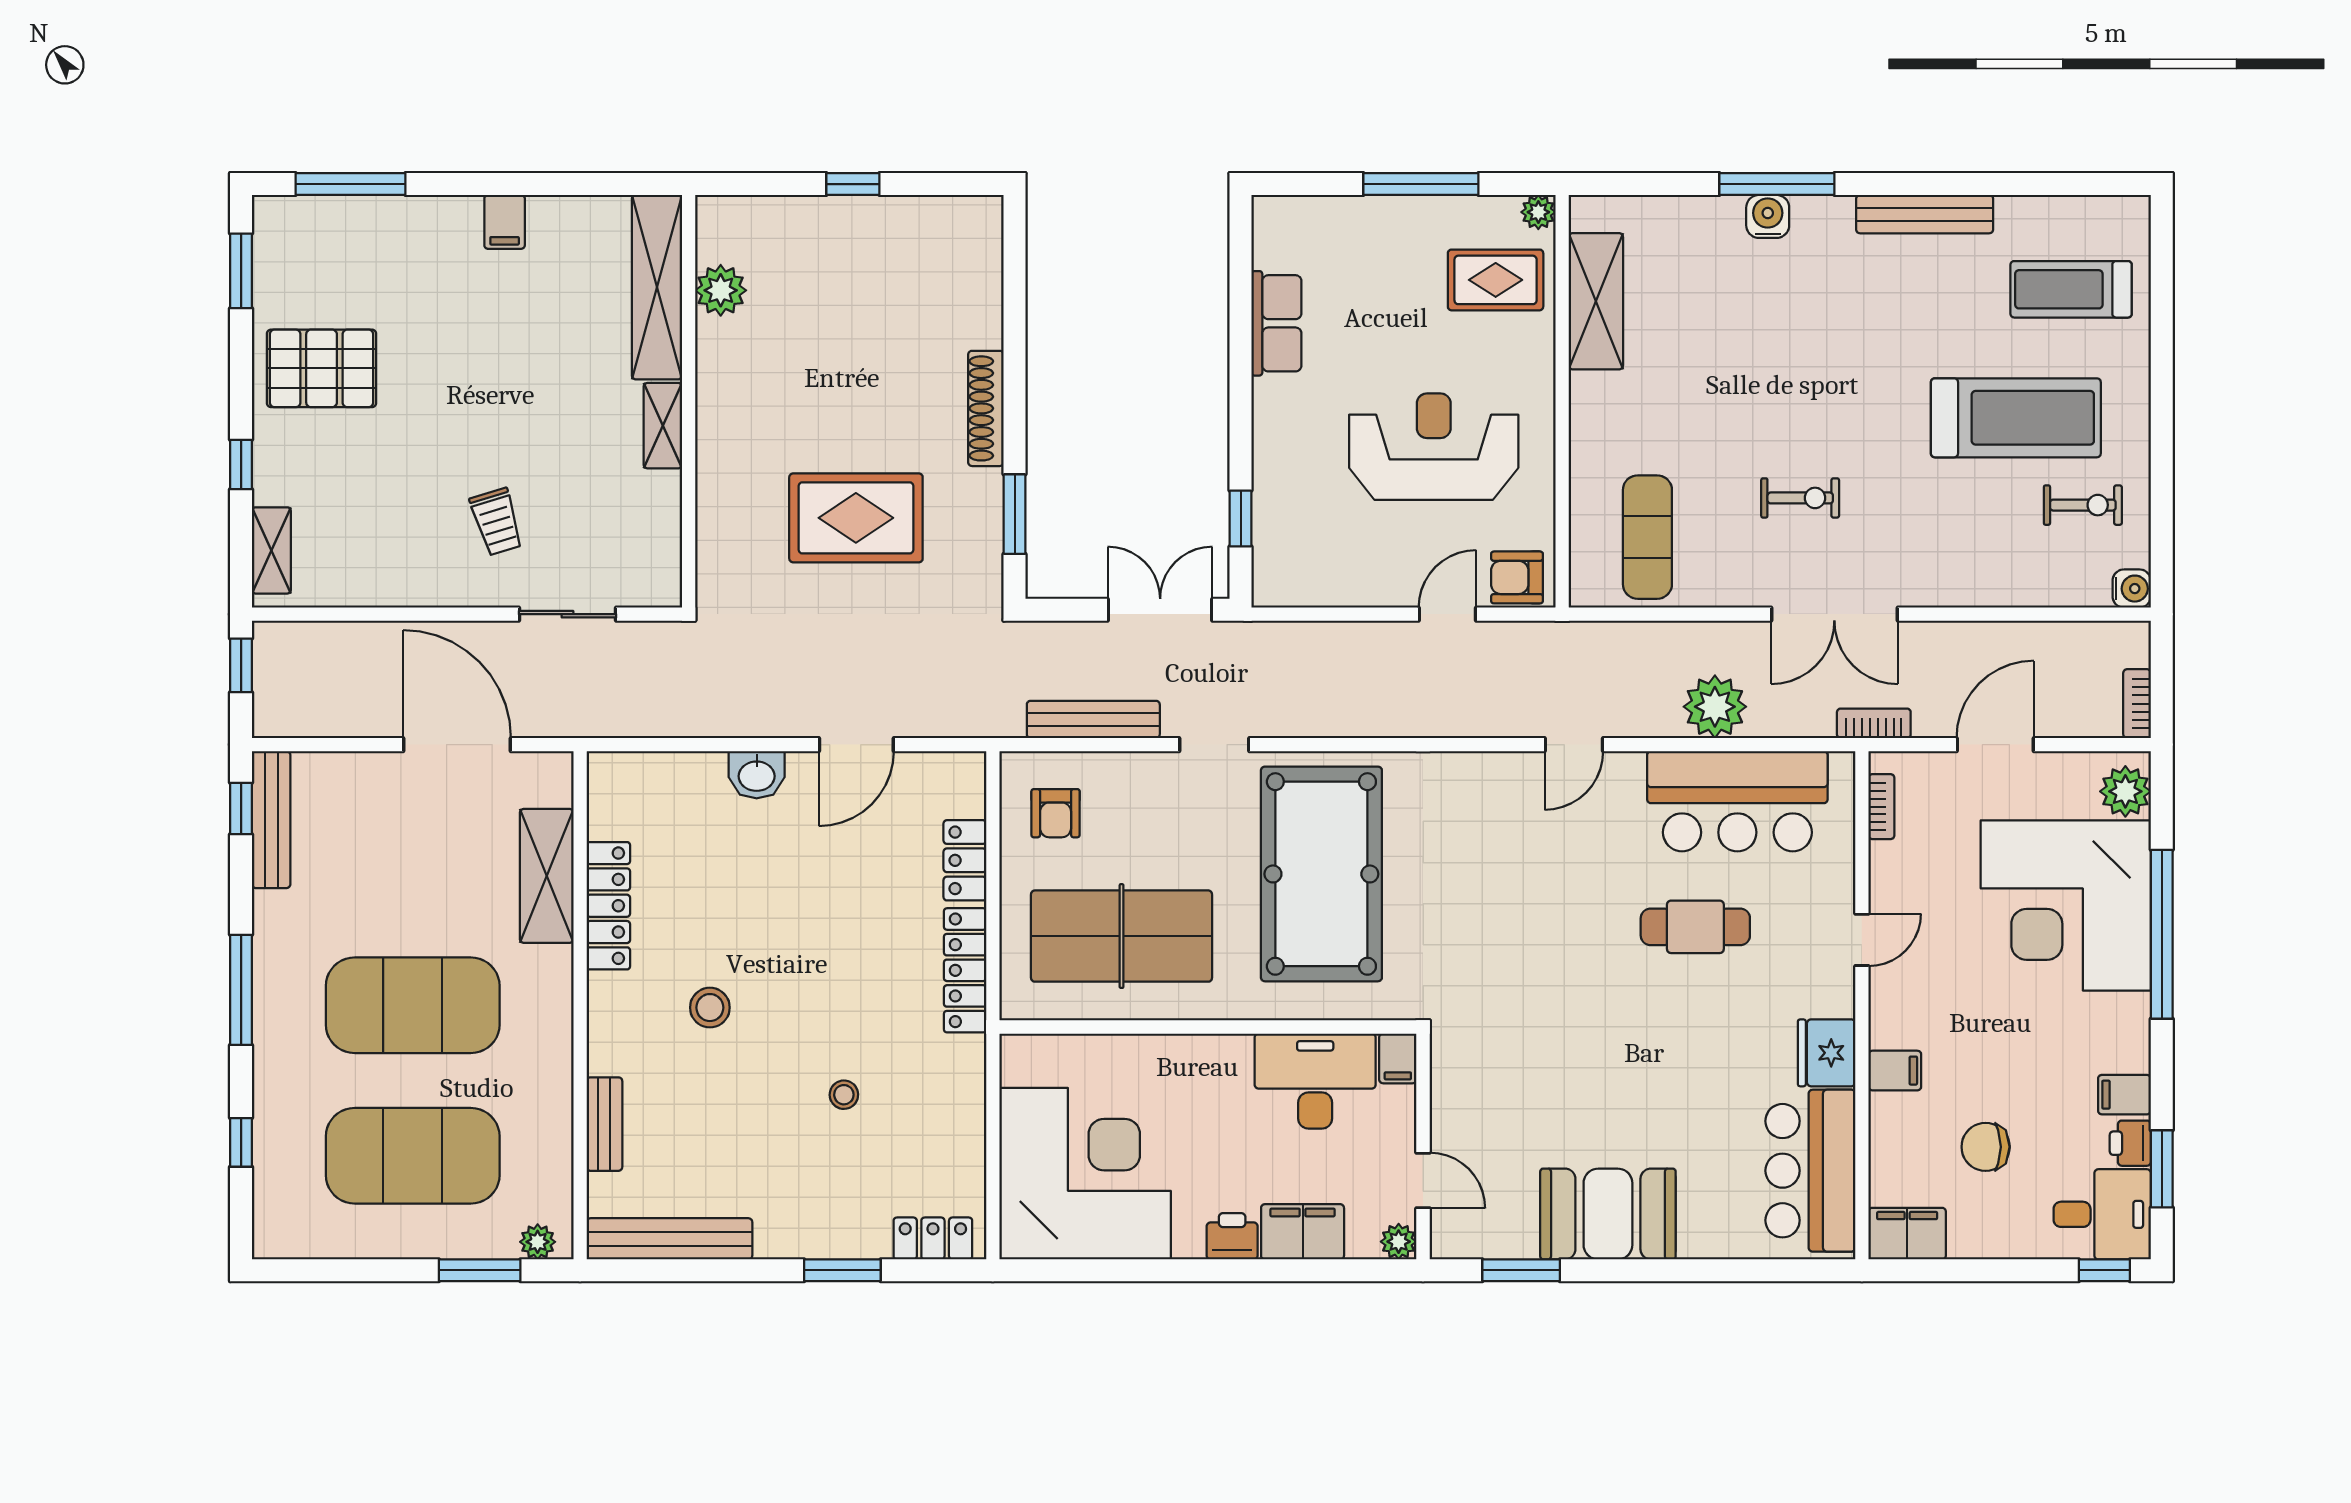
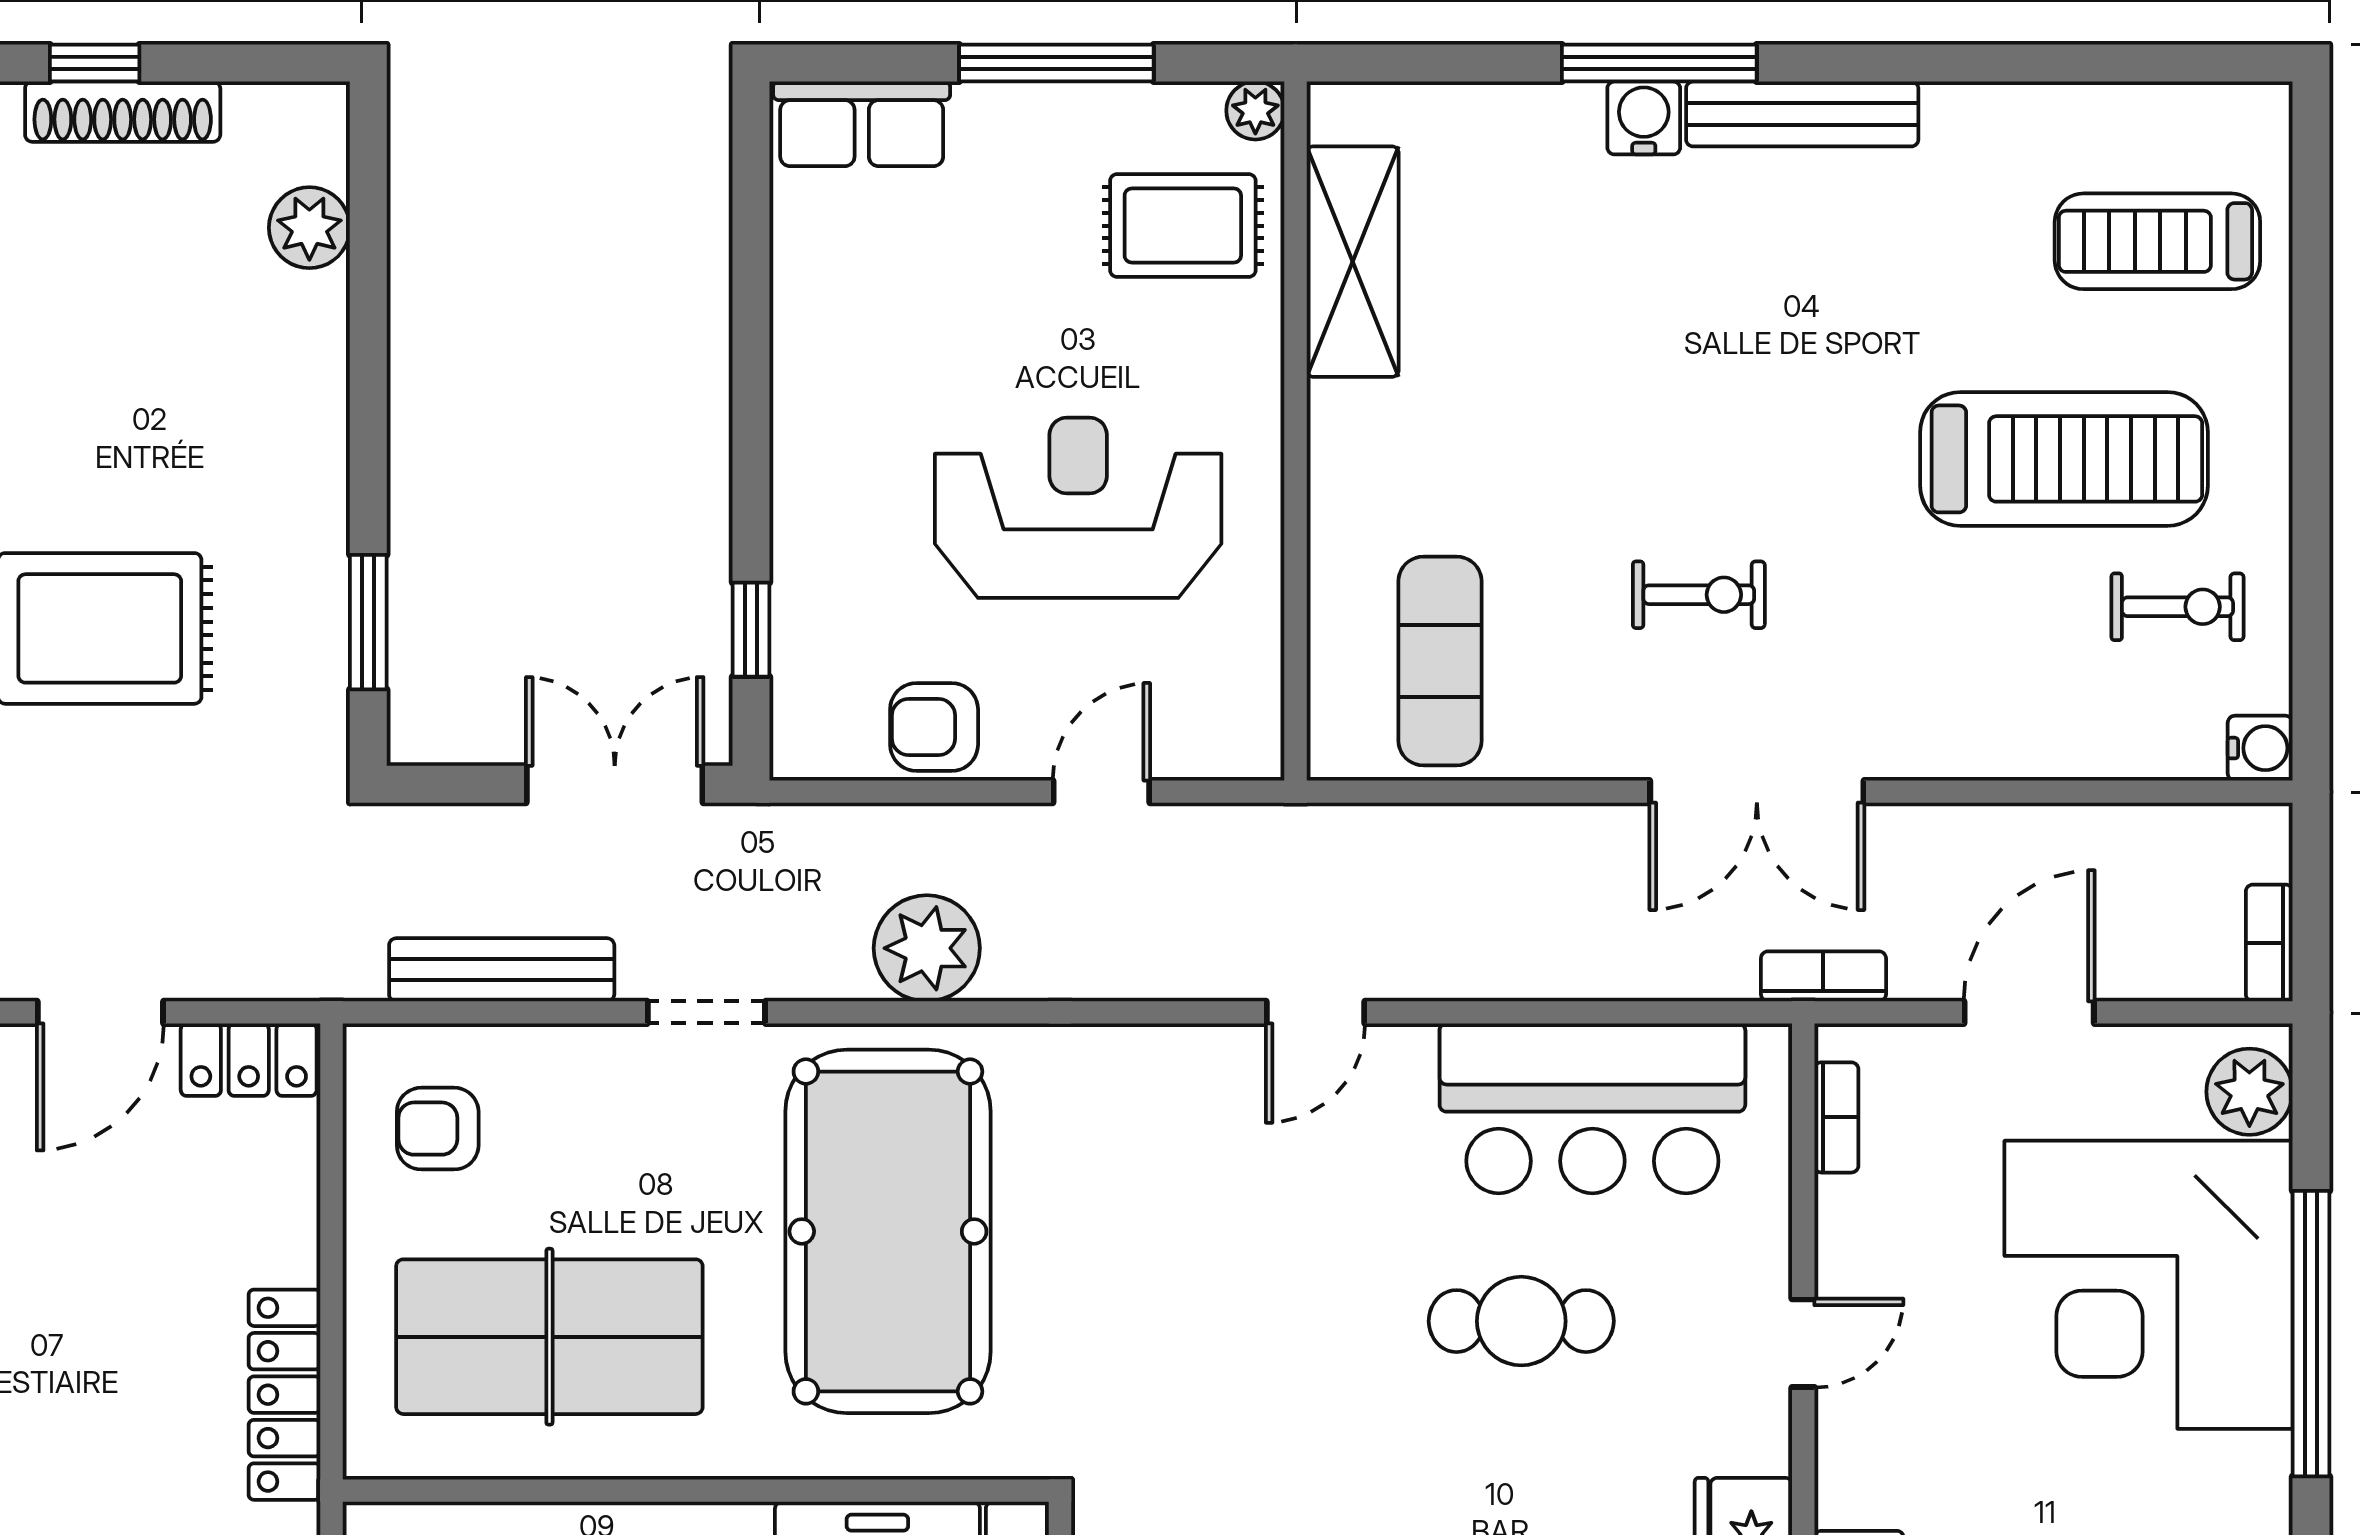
bench: (1925, 214) -> (1802, 114), moved
plant: (980, 281) -> (309, 228), added
row of seats: (1276, 323) -> (862, 124), moved, turned 90
shoe rack: (986, 408) -> (123, 112), moved, turned -90
armchair: (1517, 577) -> (934, 727), moved
plant: (1715, 707) -> (927, 948), moved
armchair: (1056, 813) -> (438, 1129), turned 90
locker: (965, 860) -> (249, 1060), moved, turned -90

